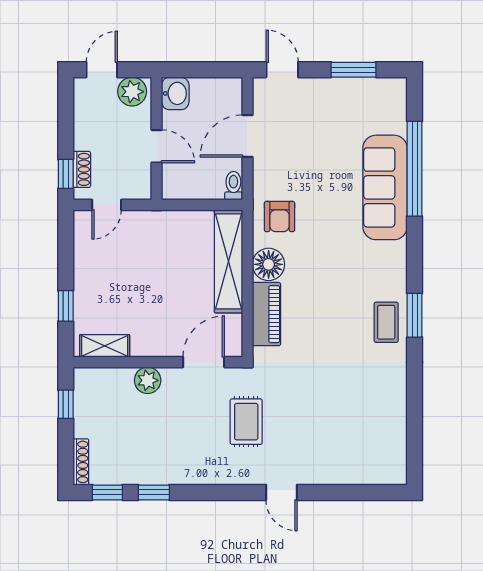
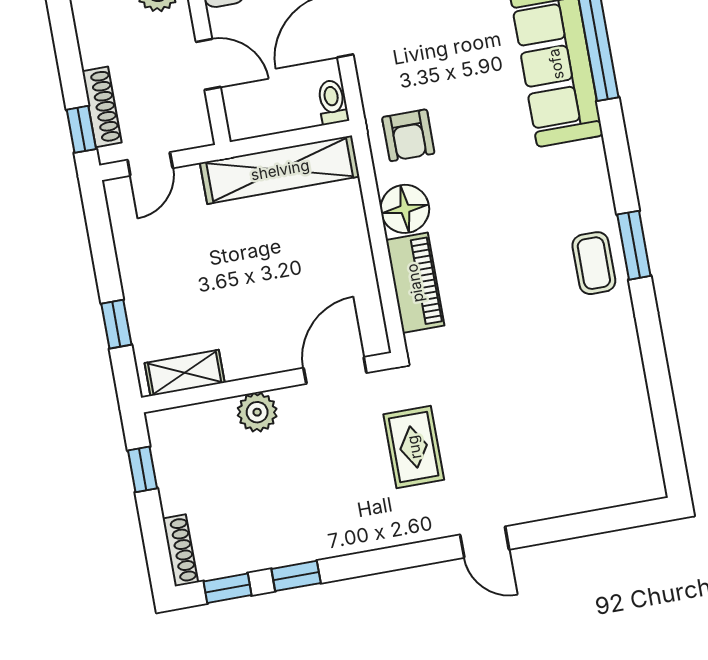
shoe rack: (82, 169) -> (102, 107), width x1.43
shelving: (229, 261) -> (280, 170), moved, turned 90

